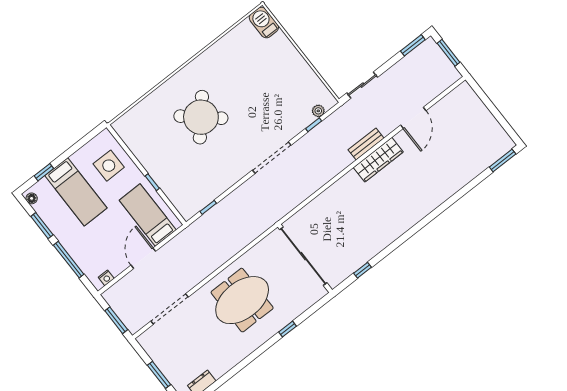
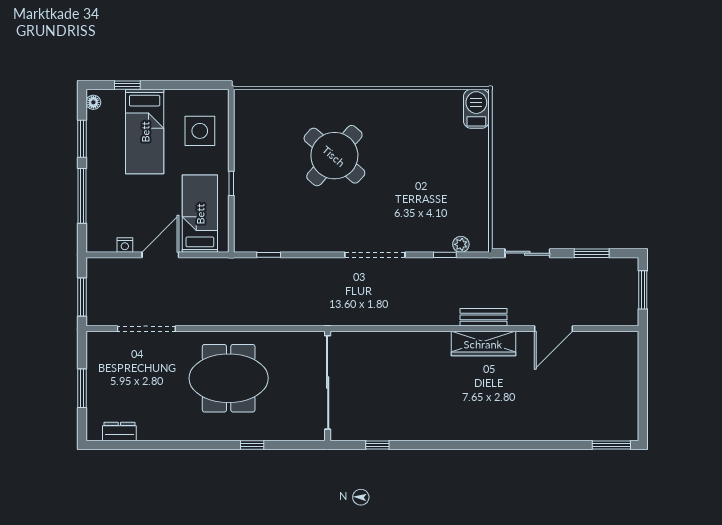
window: (413, 45) -> (592, 253), moved
nightstand: (106, 278) -> (125, 245), moved

